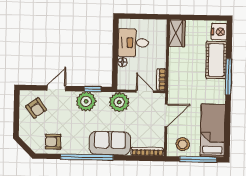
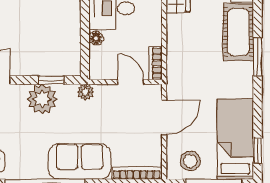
window: (228, 77) -> (257, 57), width x0.69
plant: (119, 102) -> (86, 92), width x0.53, depth x0.53
window: (227, 138) -> (257, 151), added

